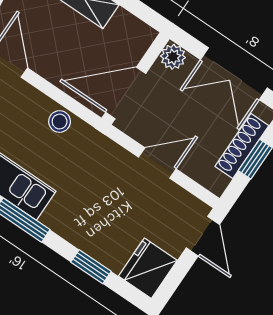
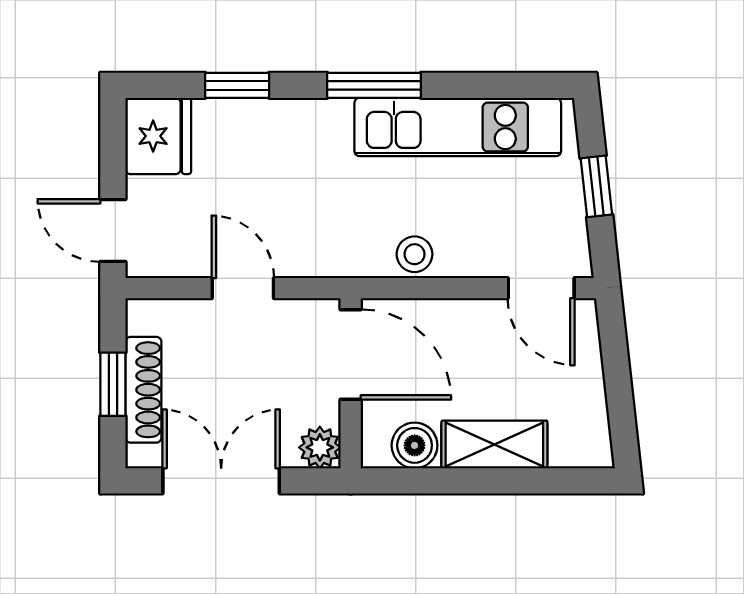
boiler: (125, 26) -> (415, 445), added
door: (126, 93) -> (351, 355), hinge flipped
door: (157, 163) -> (243, 288), swing flipped

